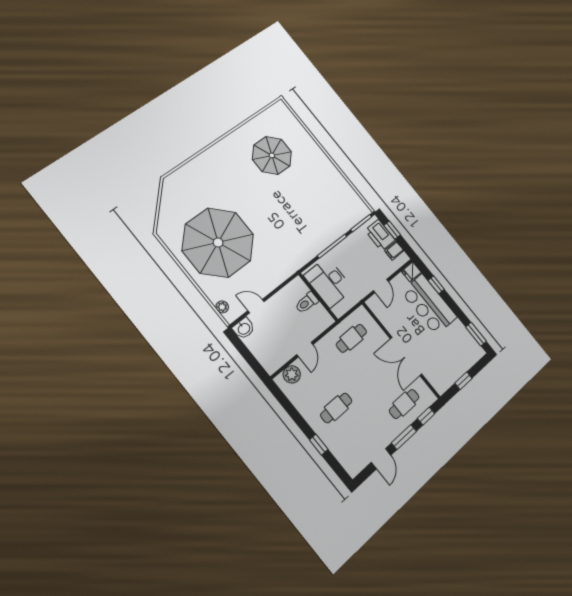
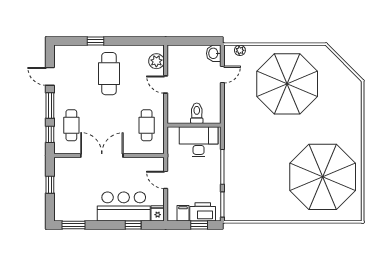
parasol: (272, 155) -> (323, 177), width x1.86, depth x1.86
cafe table: (336, 408) -> (109, 74), width x1.37, depth x1.35

